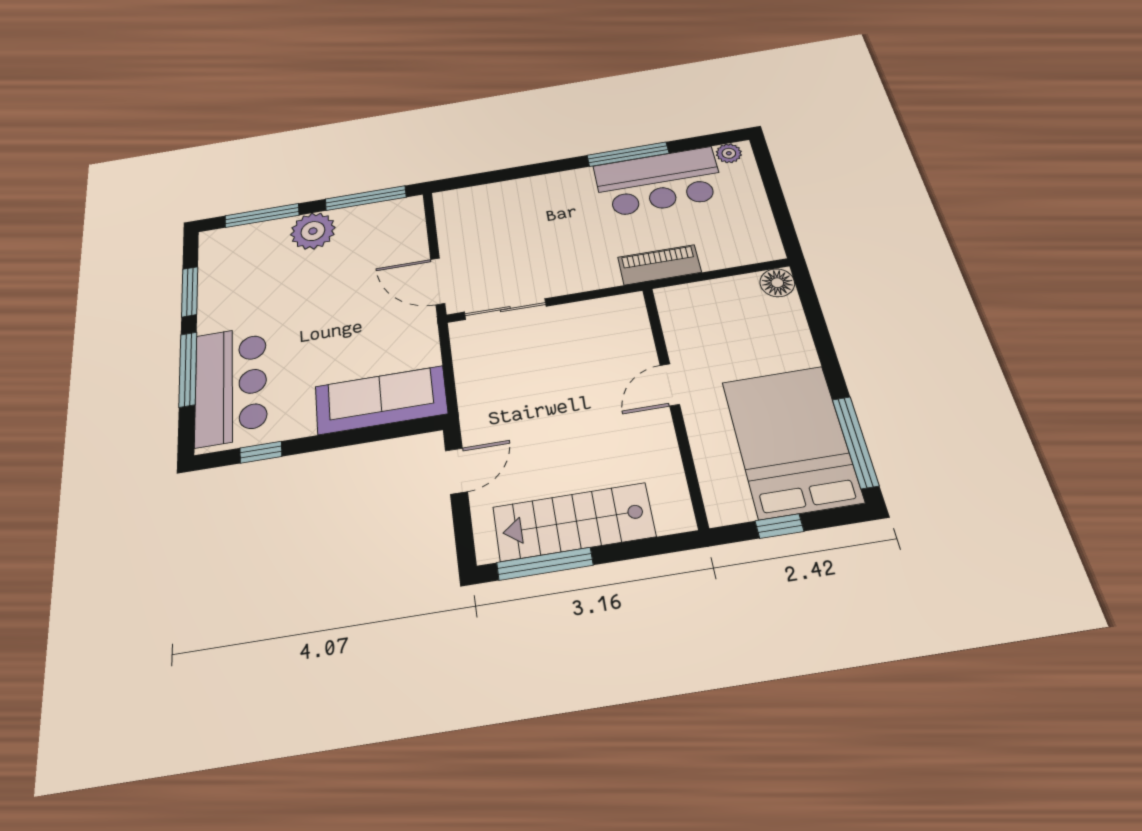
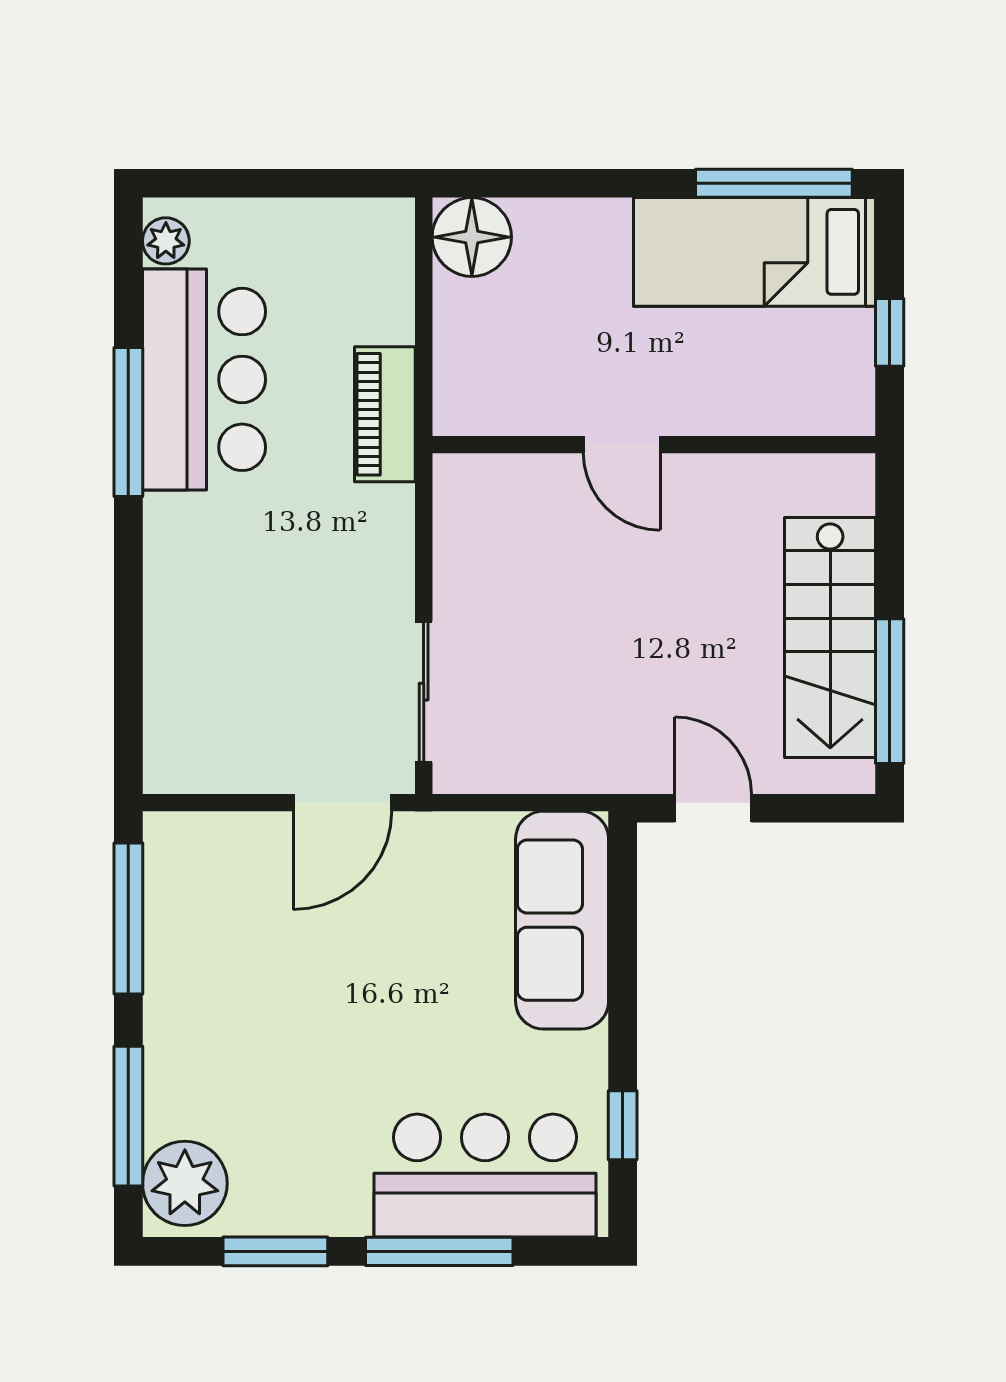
plant: (313, 231) -> (185, 1183), moved
floor lamp: (777, 283) -> (472, 237), width x1.38, depth x1.38
bed: (791, 441) -> (755, 252), width x0.67

